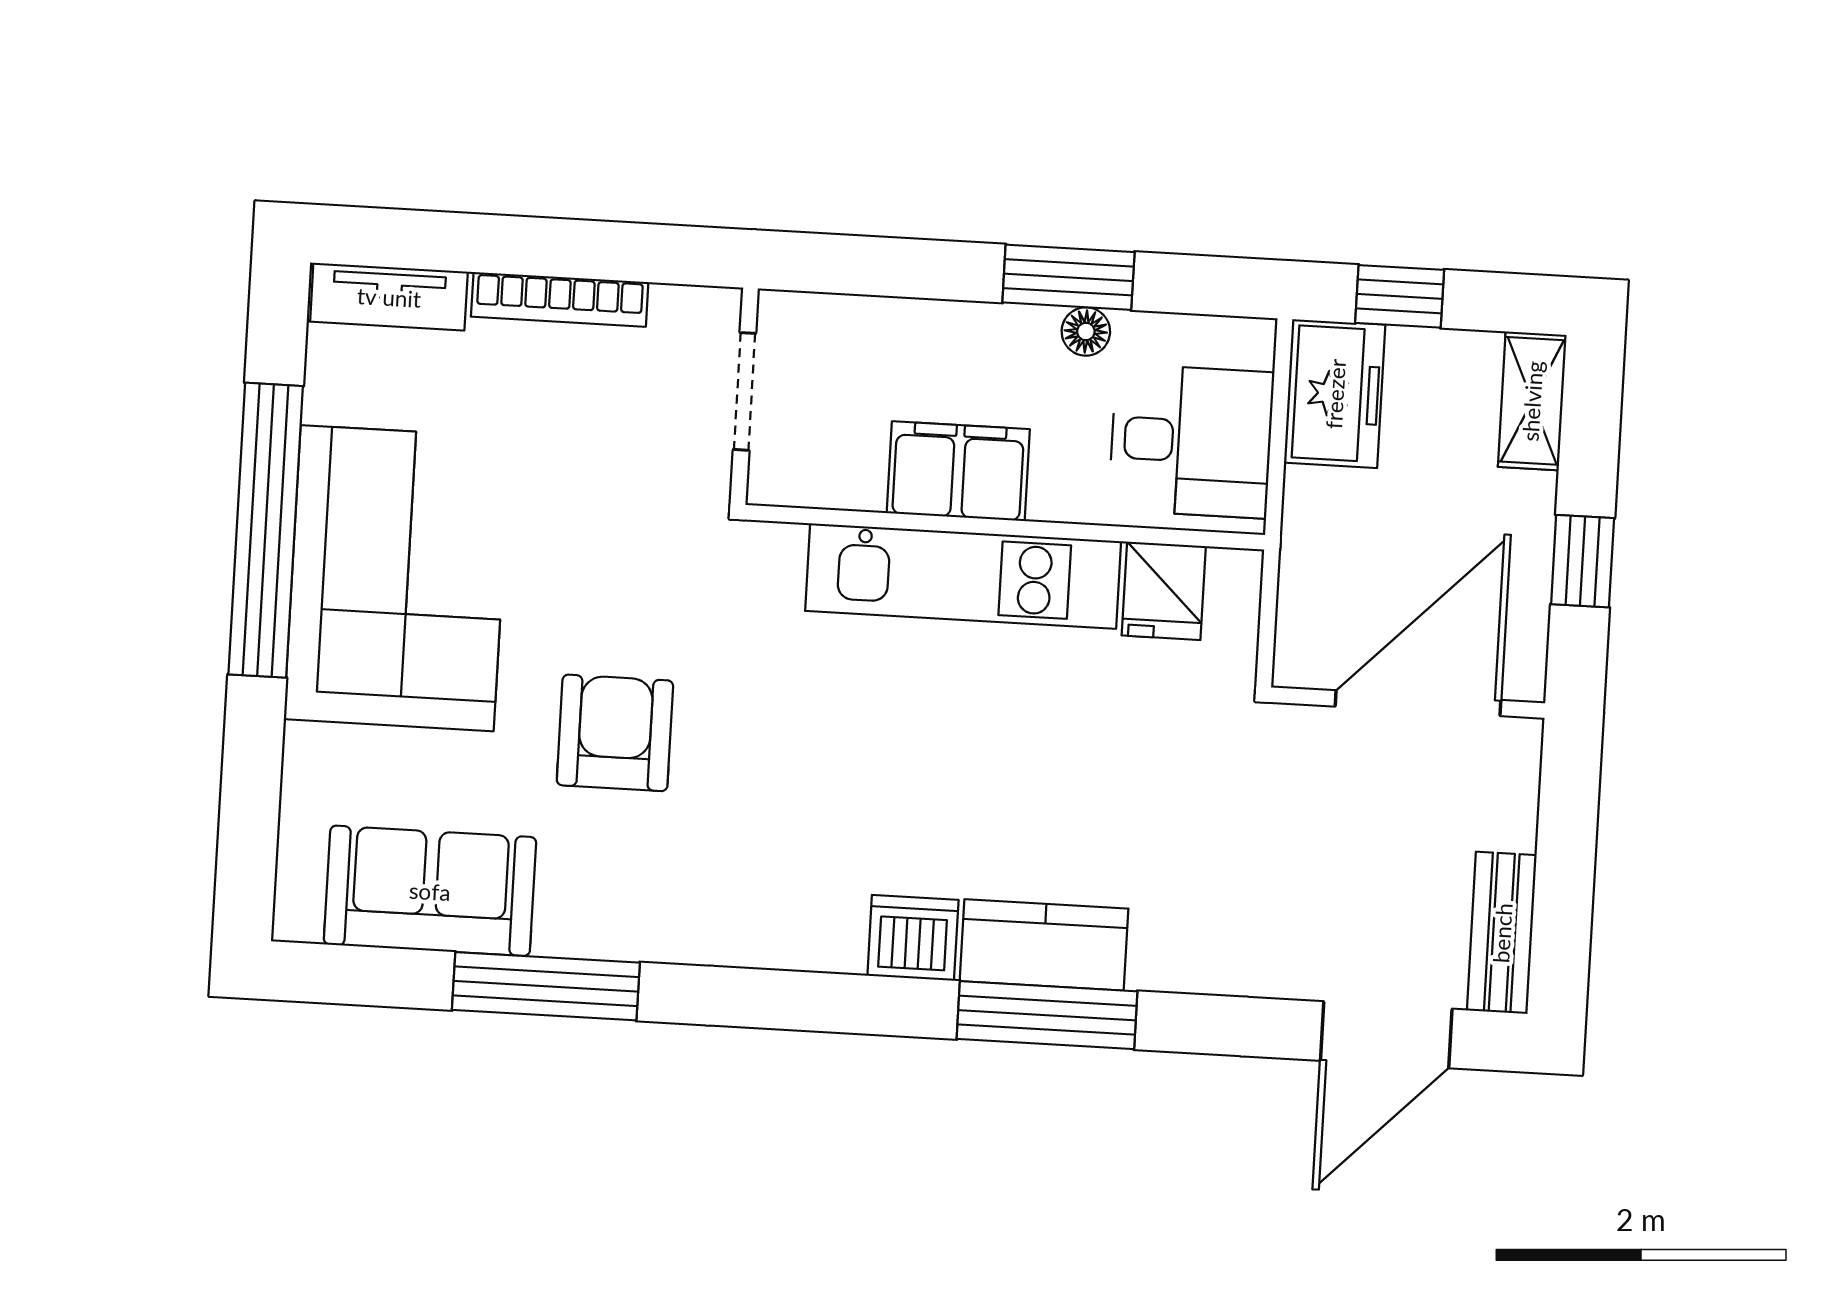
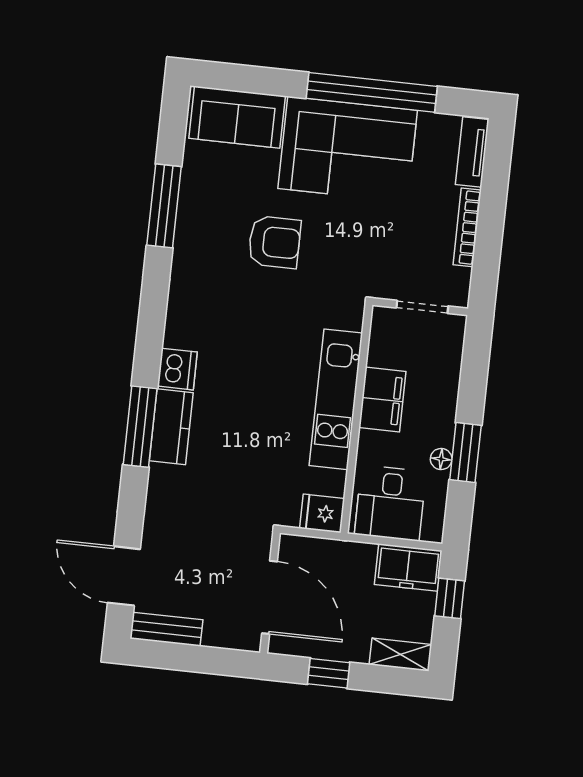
fridge: (1164, 591) -> (322, 513), moved
sofa: (430, 891) -> (237, 117), moved, turned 90

